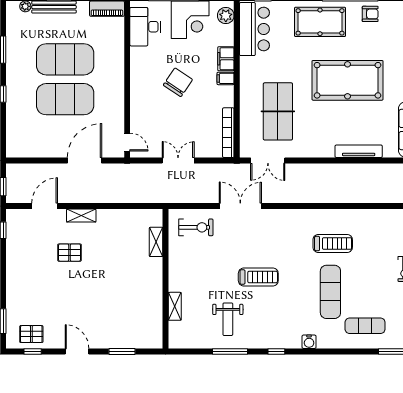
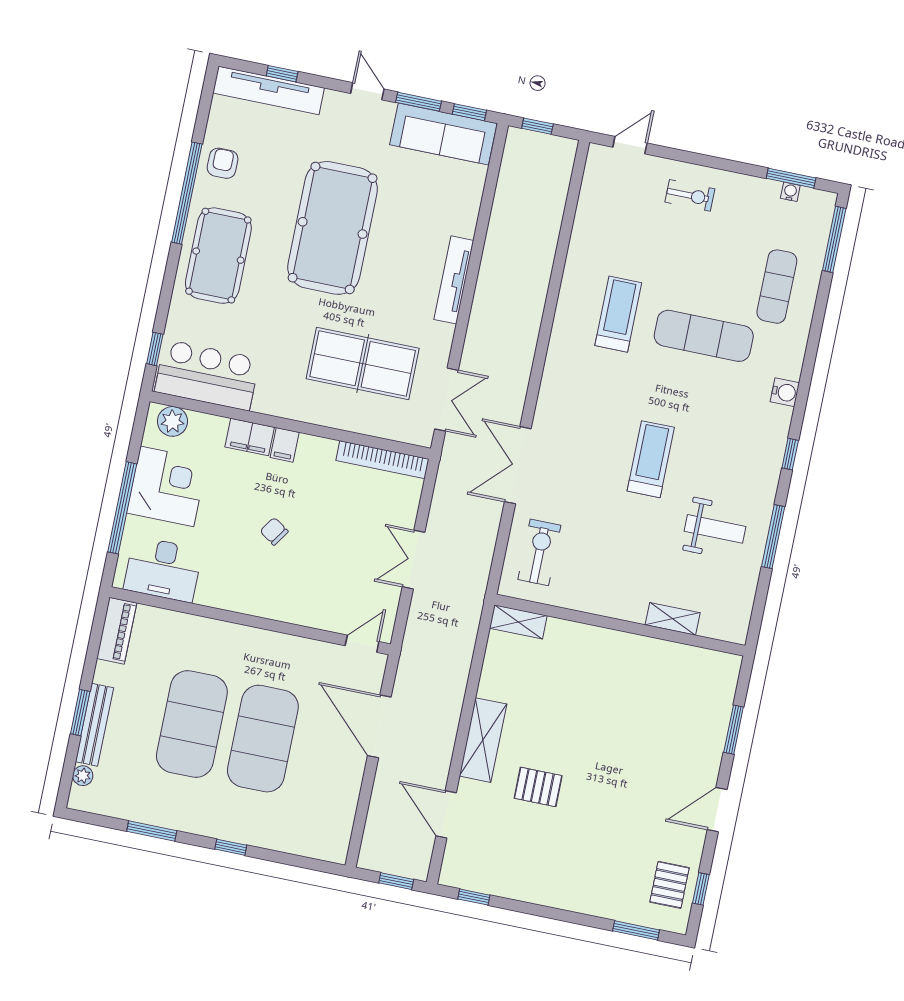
chair: (178, 82) -> (274, 531), width x0.54, depth x0.54
tv unit: (359, 151) -> (454, 280), moved
shelving: (81, 216) -> (483, 740), width x1.50, depth x1.33
shelving: (156, 242) -> (518, 622), moved
pallet: (69, 253) -> (538, 787), turned 90

